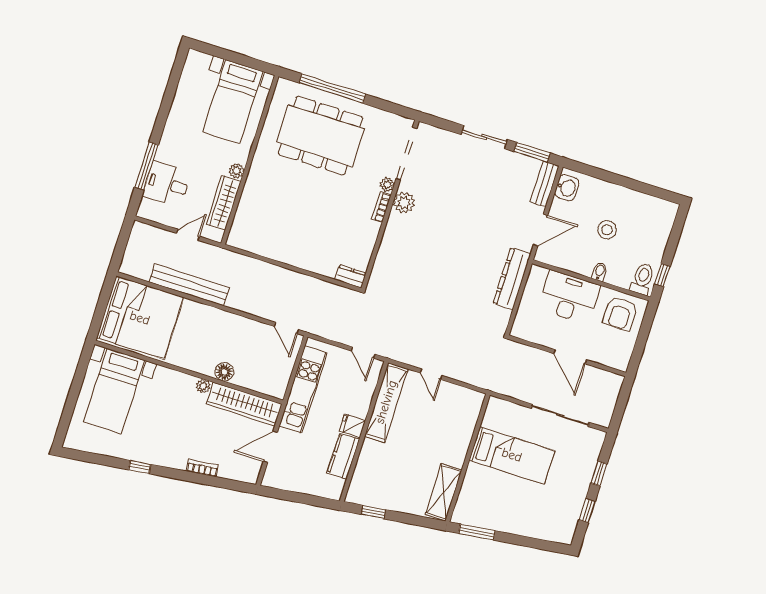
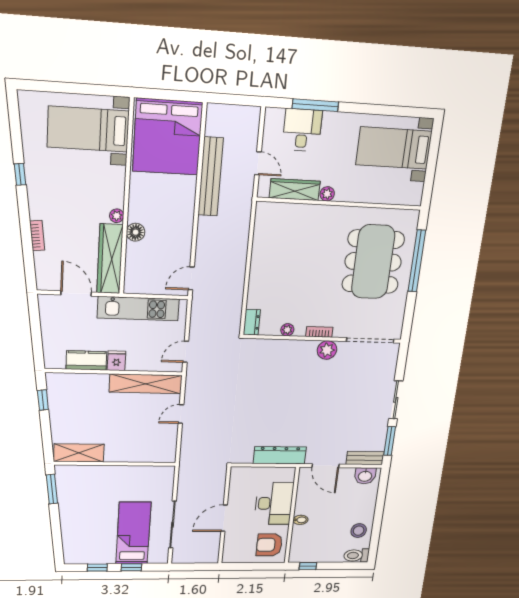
bed with nightstands: (233, 102) -> (394, 148), moved
plant: (387, 185) -> (287, 330), moved
stool: (607, 230) -> (359, 531), moved
toilet: (642, 279) -> (356, 555), moved, turned 180
bed: (512, 455) -> (133, 533), moved, turned 180

